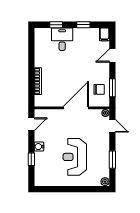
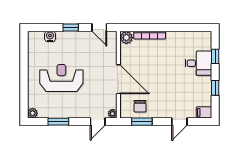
door: (112, 55) -> (179, 122), swing flipped
plant: (40, 101) -> (126, 38), added
water cooler: (39, 147) -> (50, 36), moved
window: (31, 159) -> (71, 27), moved

